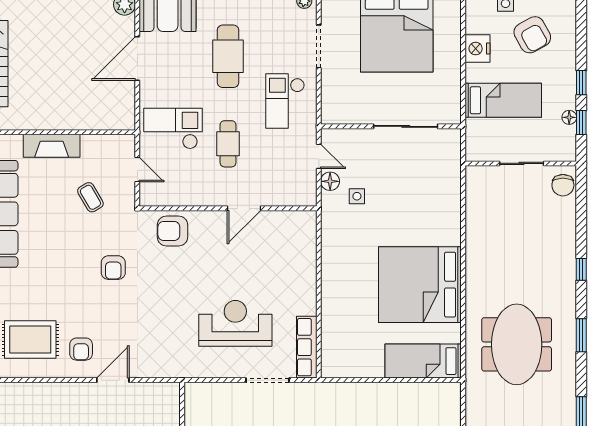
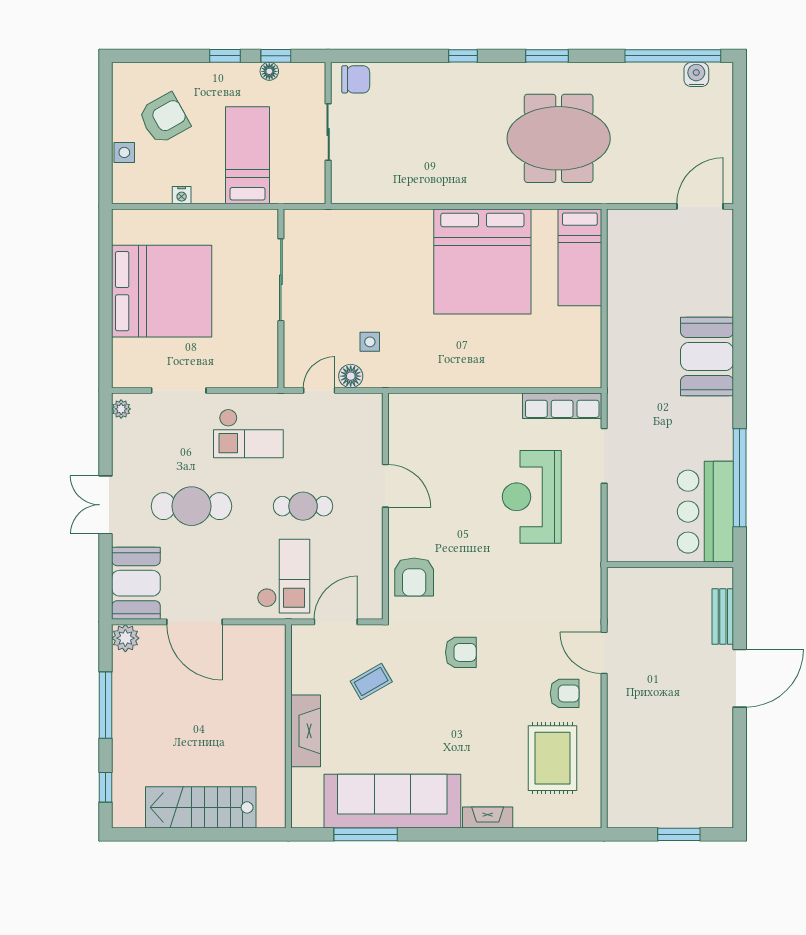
nightstand: (478, 49) -> (182, 195), width x0.53, depth x0.56
checkout: (173, 129) -> (284, 576), turned 180
door: (137, 169) -> (336, 622), width x1.38

